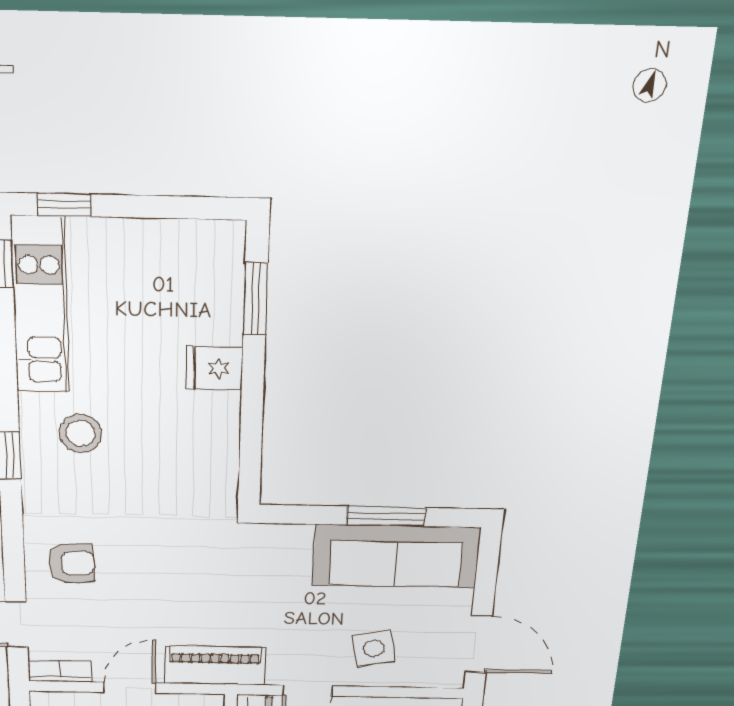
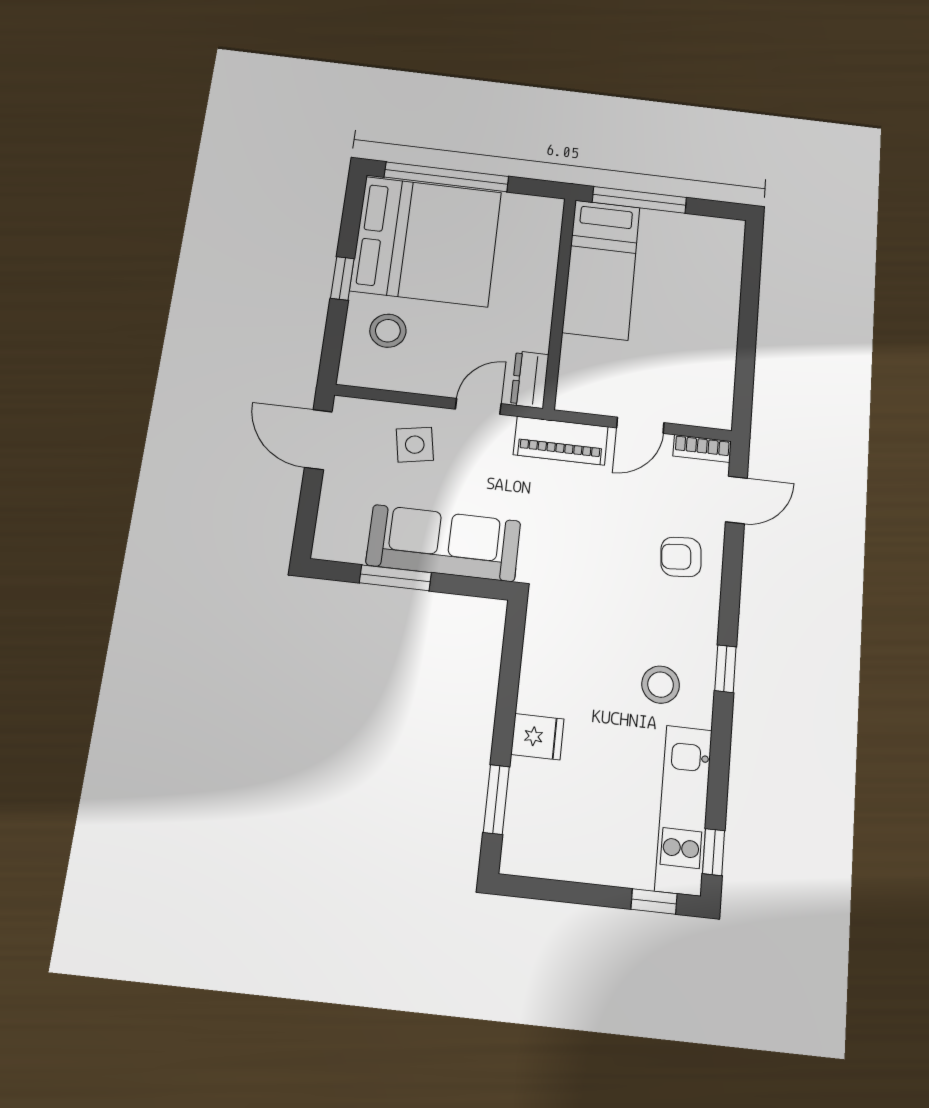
sofa: (396, 556) -> (444, 543), moved

